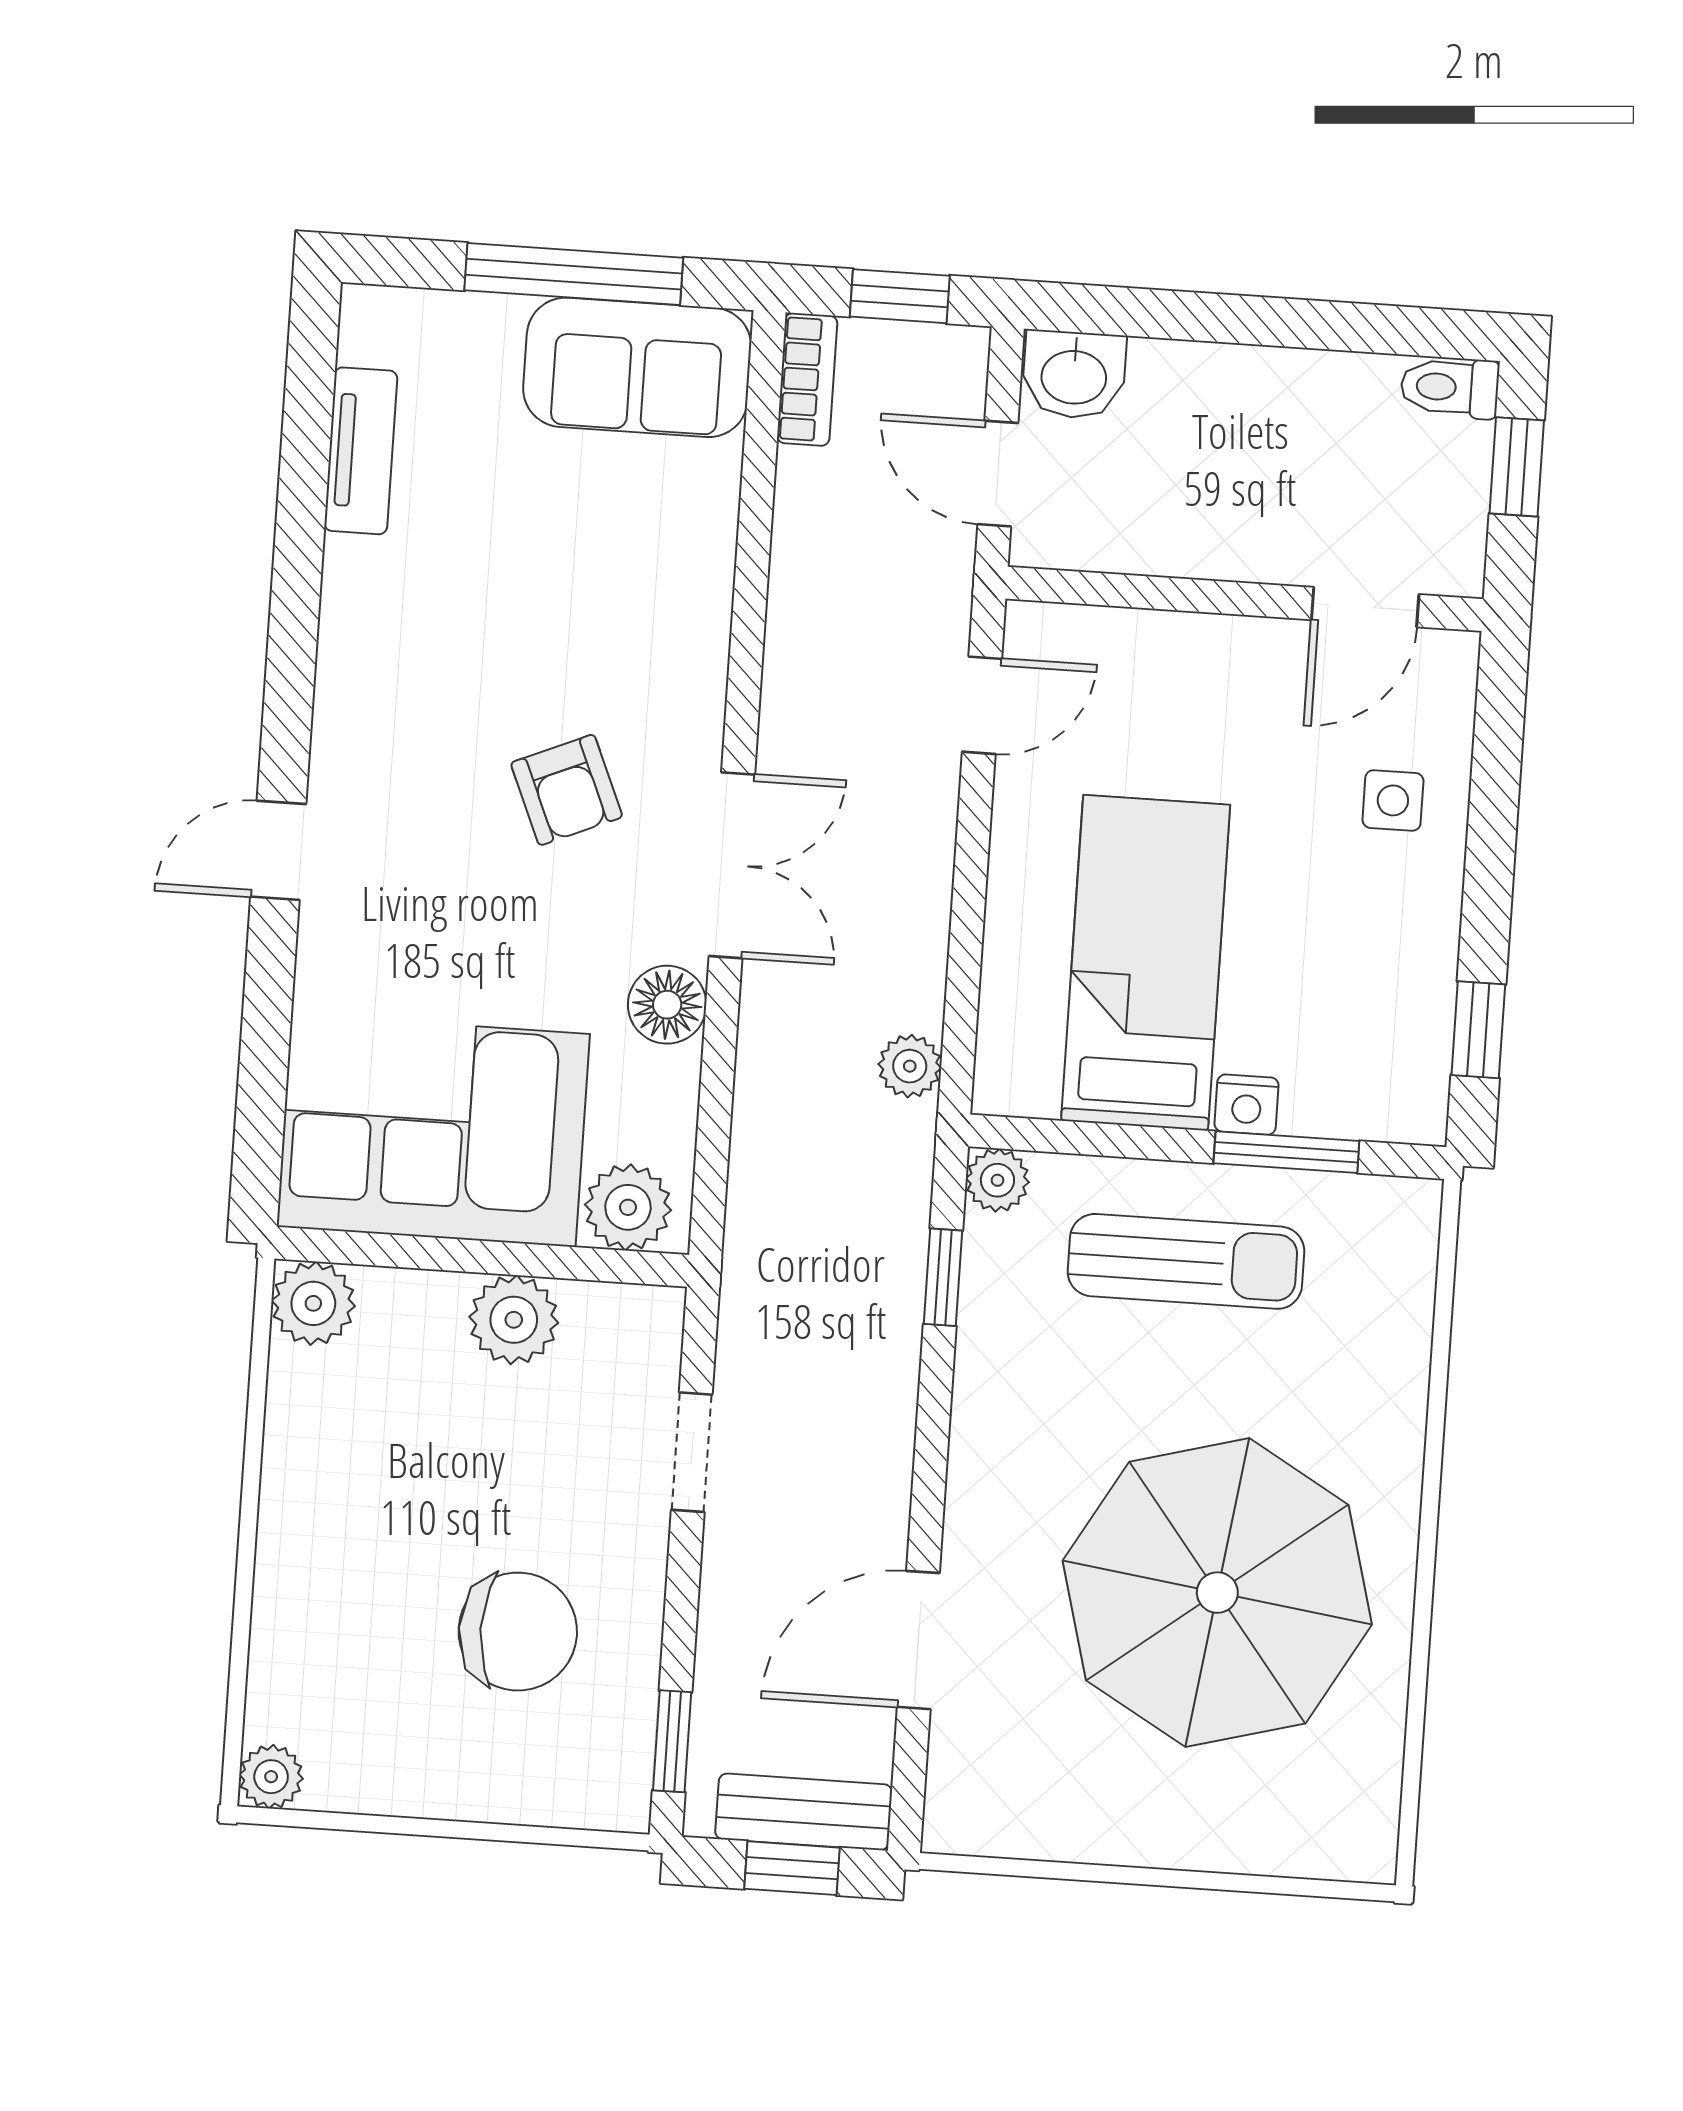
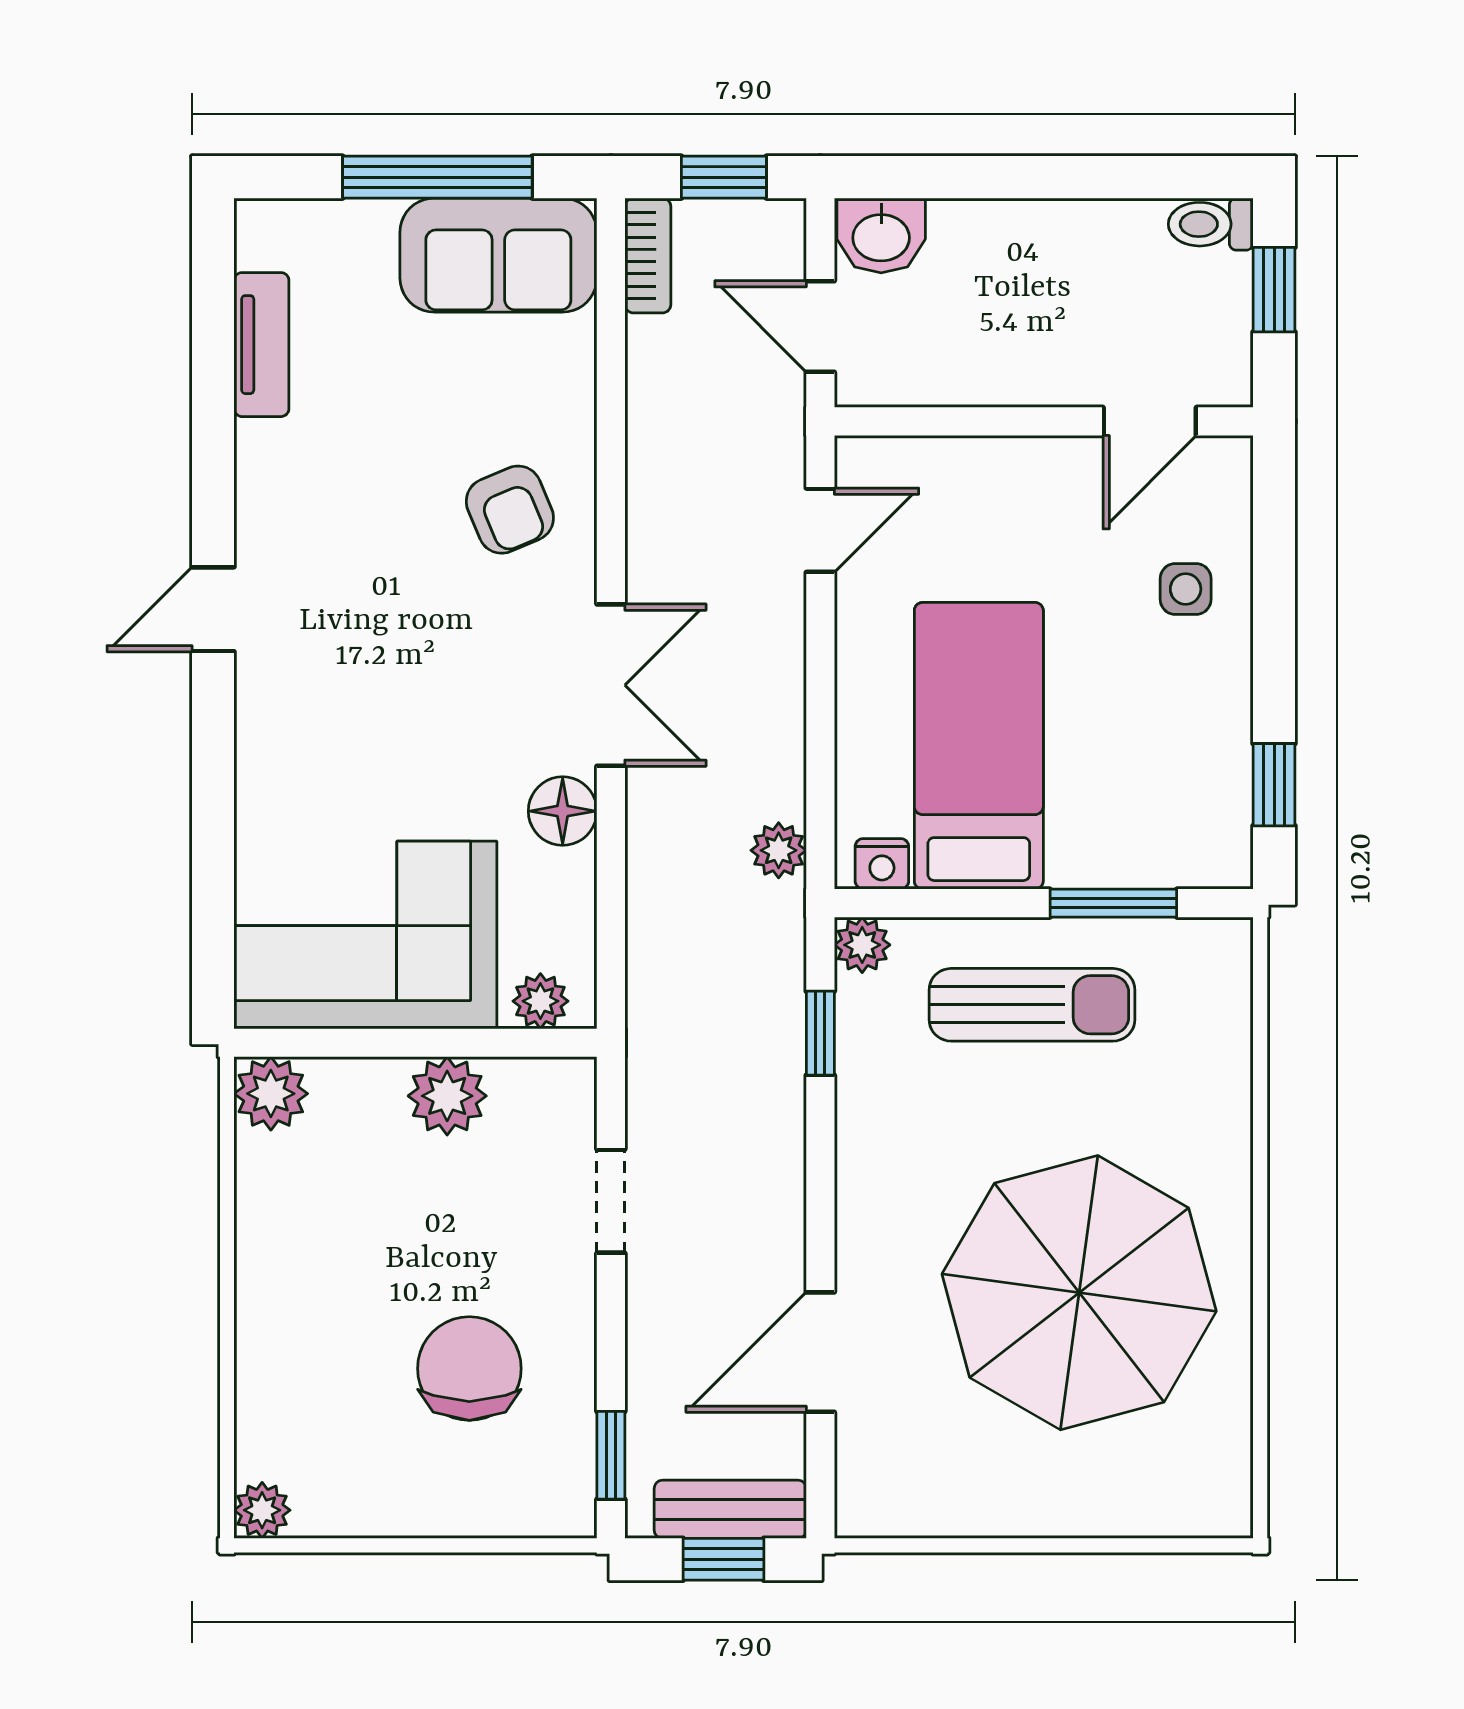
armchair: (567, 790) -> (510, 510), moved
door: (278, 850) -> (213, 609), moved
nightstand: (1247, 1105) -> (882, 864), moved
plant: (628, 1207) -> (540, 1001), width x0.73, depth x0.73
chair: (518, 1632) -> (469, 1369), turned -90

